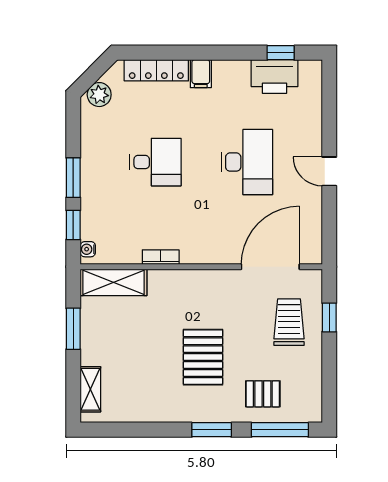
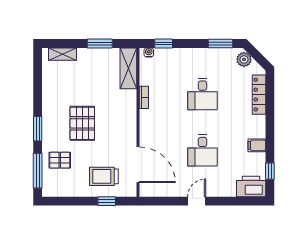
filing cabinet: (201, 74) -> (257, 145), moved
printer: (275, 76) -> (251, 186), moved, turned 90
desk: (247, 162) -> (202, 150), width x0.73
window: (73, 178) -> (220, 43), moved
trolley: (289, 322) -> (104, 176), turned 180
pallet: (203, 357) -> (82, 123), turned 90
pallet: (263, 394) -> (60, 160), turned 90

